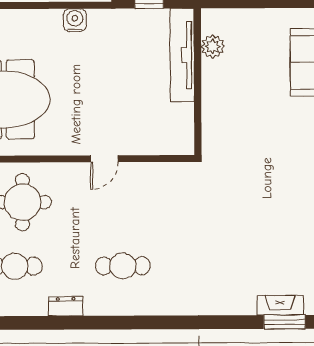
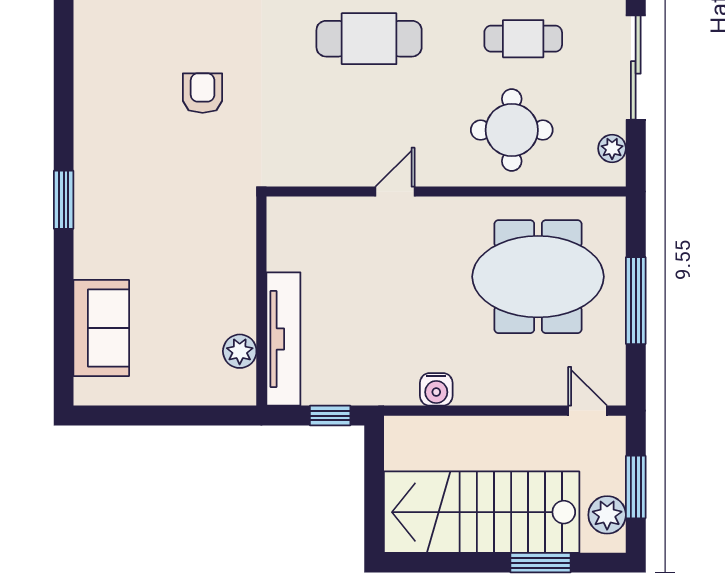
armchair: (239, 227) -> (203, 93), added
cafe table: (123, 266) -> (369, 39), width x1.37, depth x1.35

